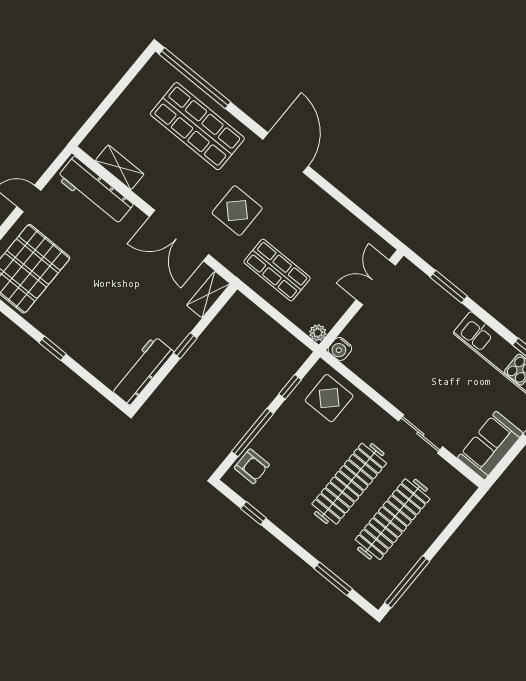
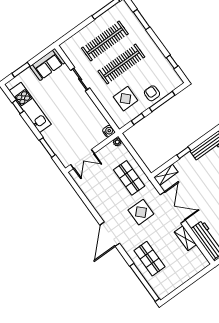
shop shelf: (197, 126) -> (149, 259), width x0.70, depth x0.74
shelving: (120, 167) -> (185, 238), moved
display table: (329, 398) -> (126, 99), moved
armchair: (252, 466) -> (152, 93), moved

